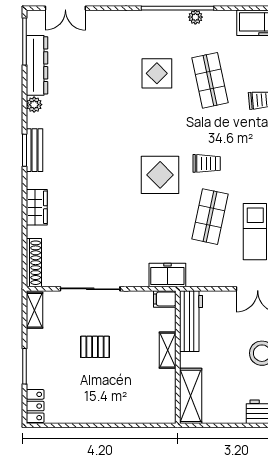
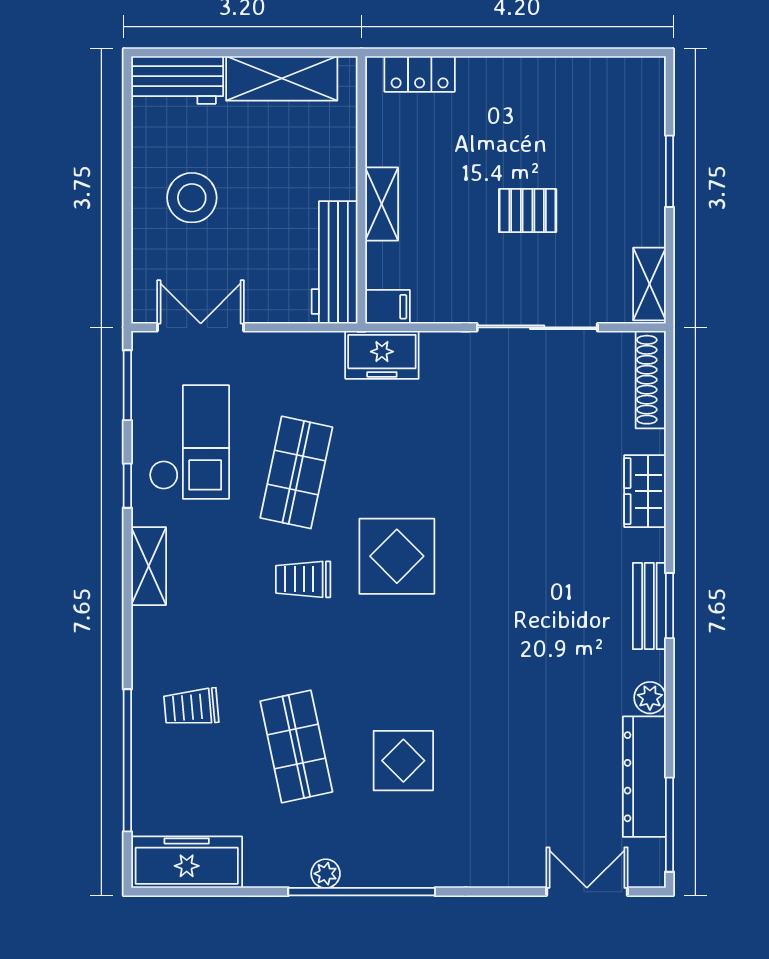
shelving: (191, 396) -> (282, 78), moved, turned 90
locker: (35, 406) -> (420, 74), moved, turned -90

